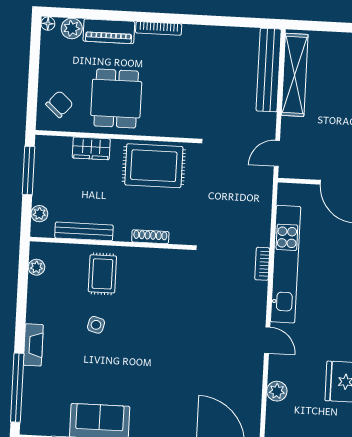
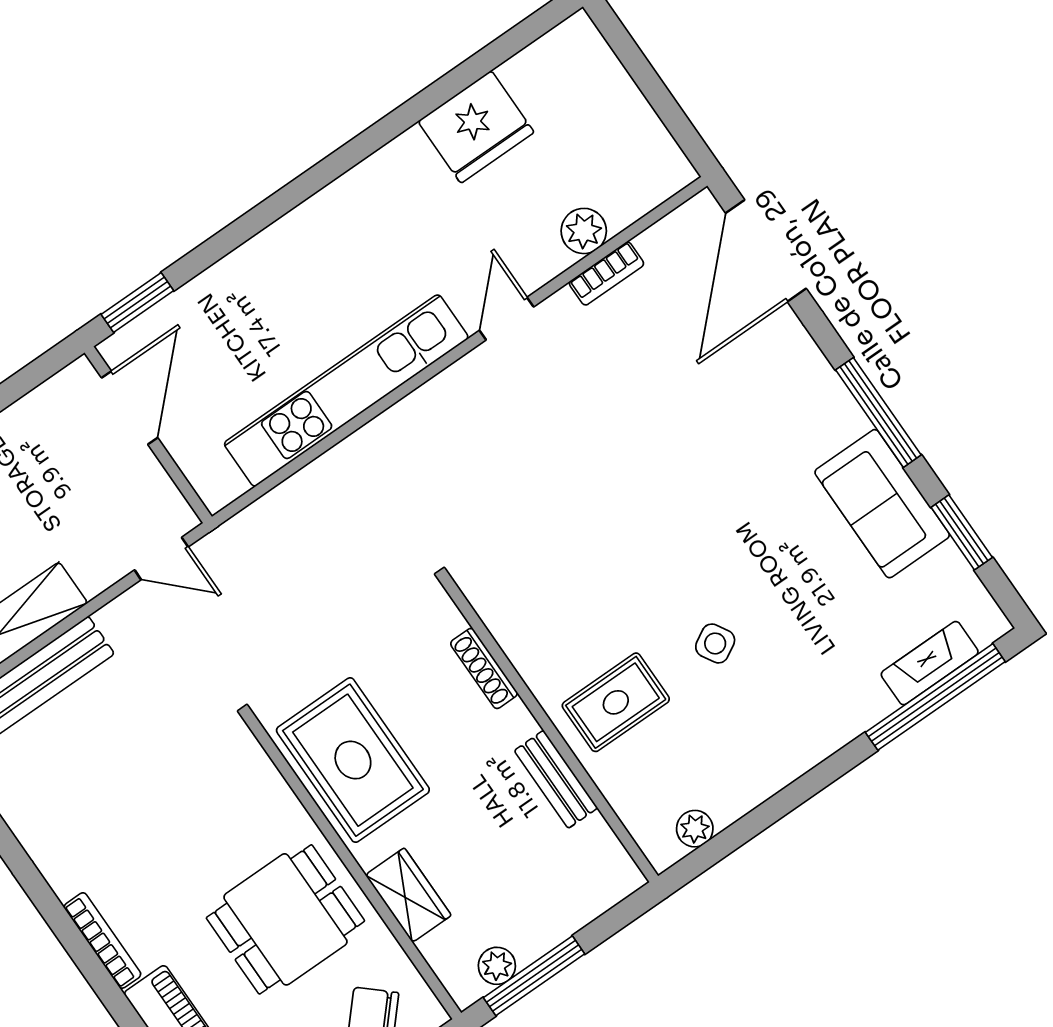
plant: (39, 214) -> (497, 966), moved
bench: (84, 231) -> (556, 779), width x0.73
bookcase: (262, 264) -> (606, 273), moved
side table: (96, 325) -> (715, 643), turned 45
fireplace: (33, 345) -> (930, 663), moved

